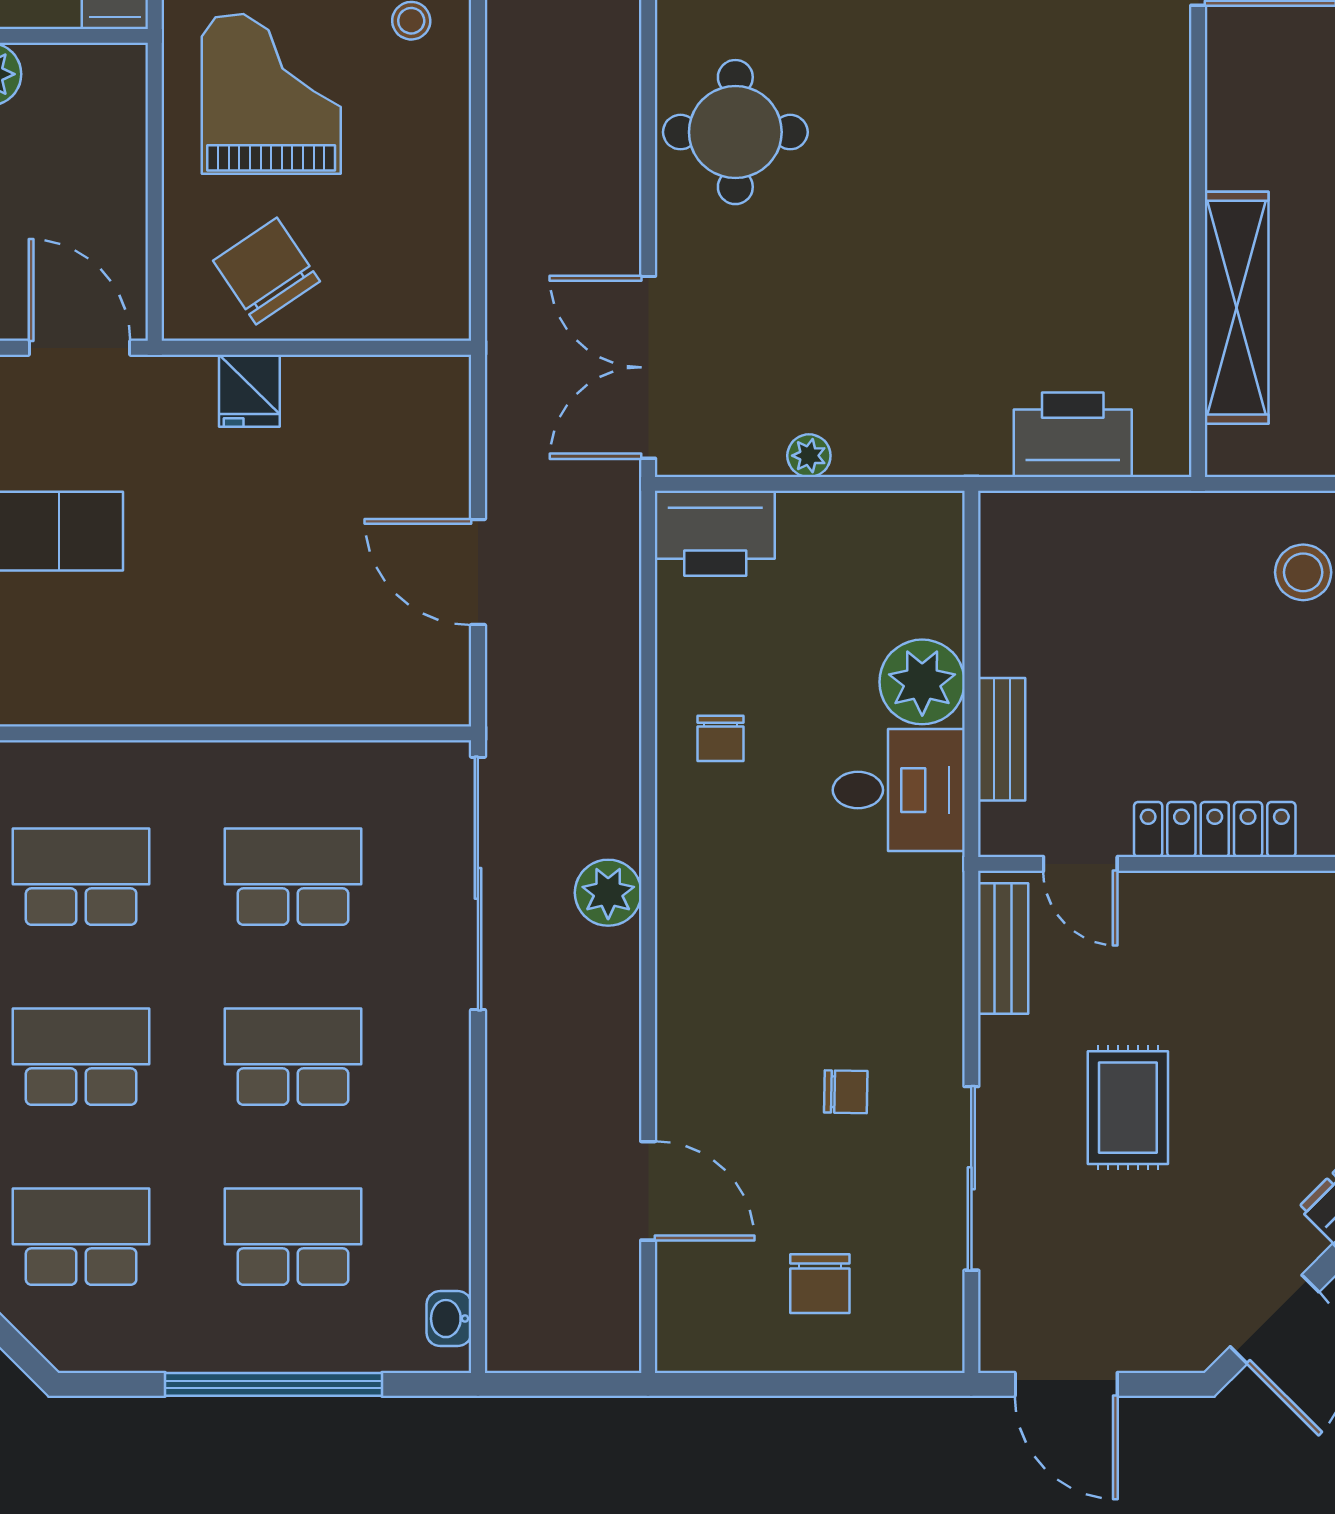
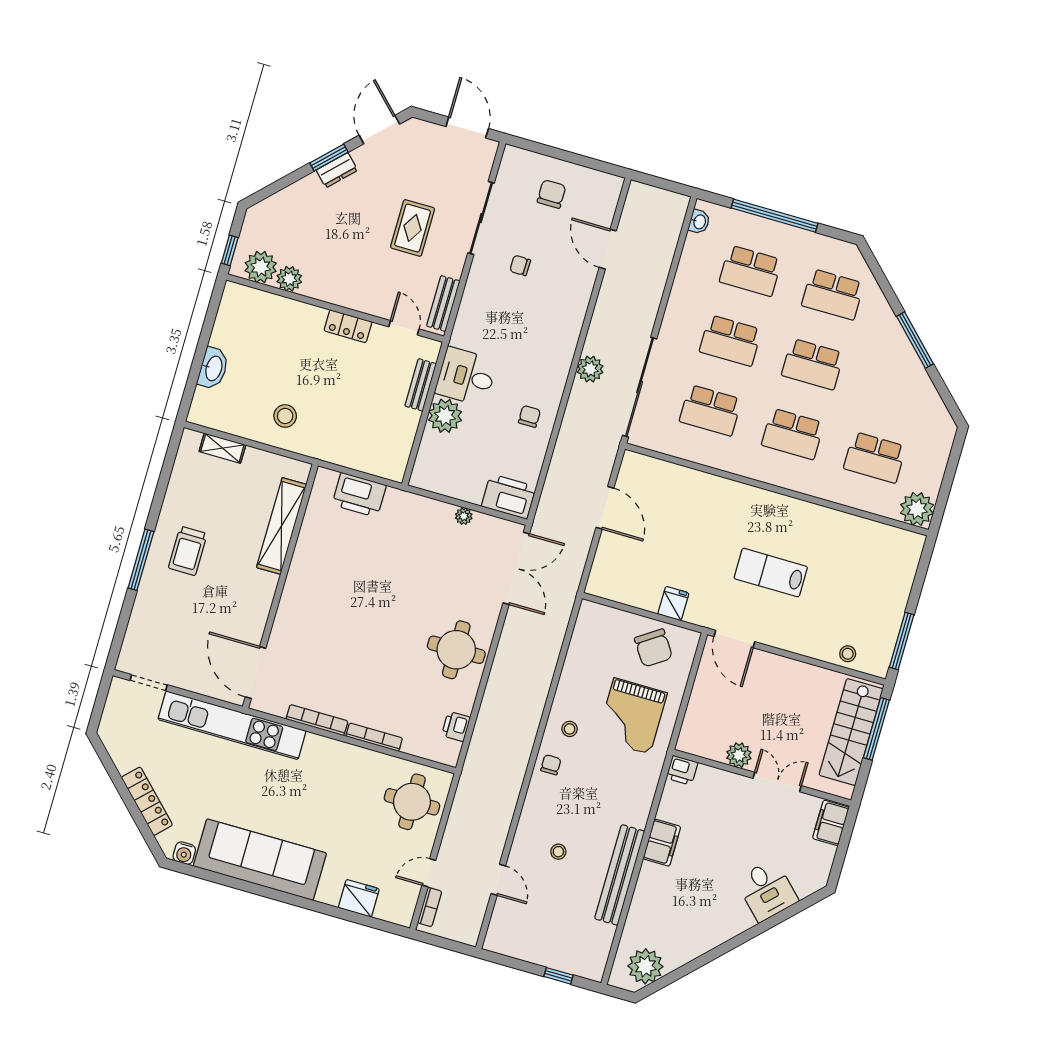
locker: (1215, 829) -> (348, 326), width x0.66

